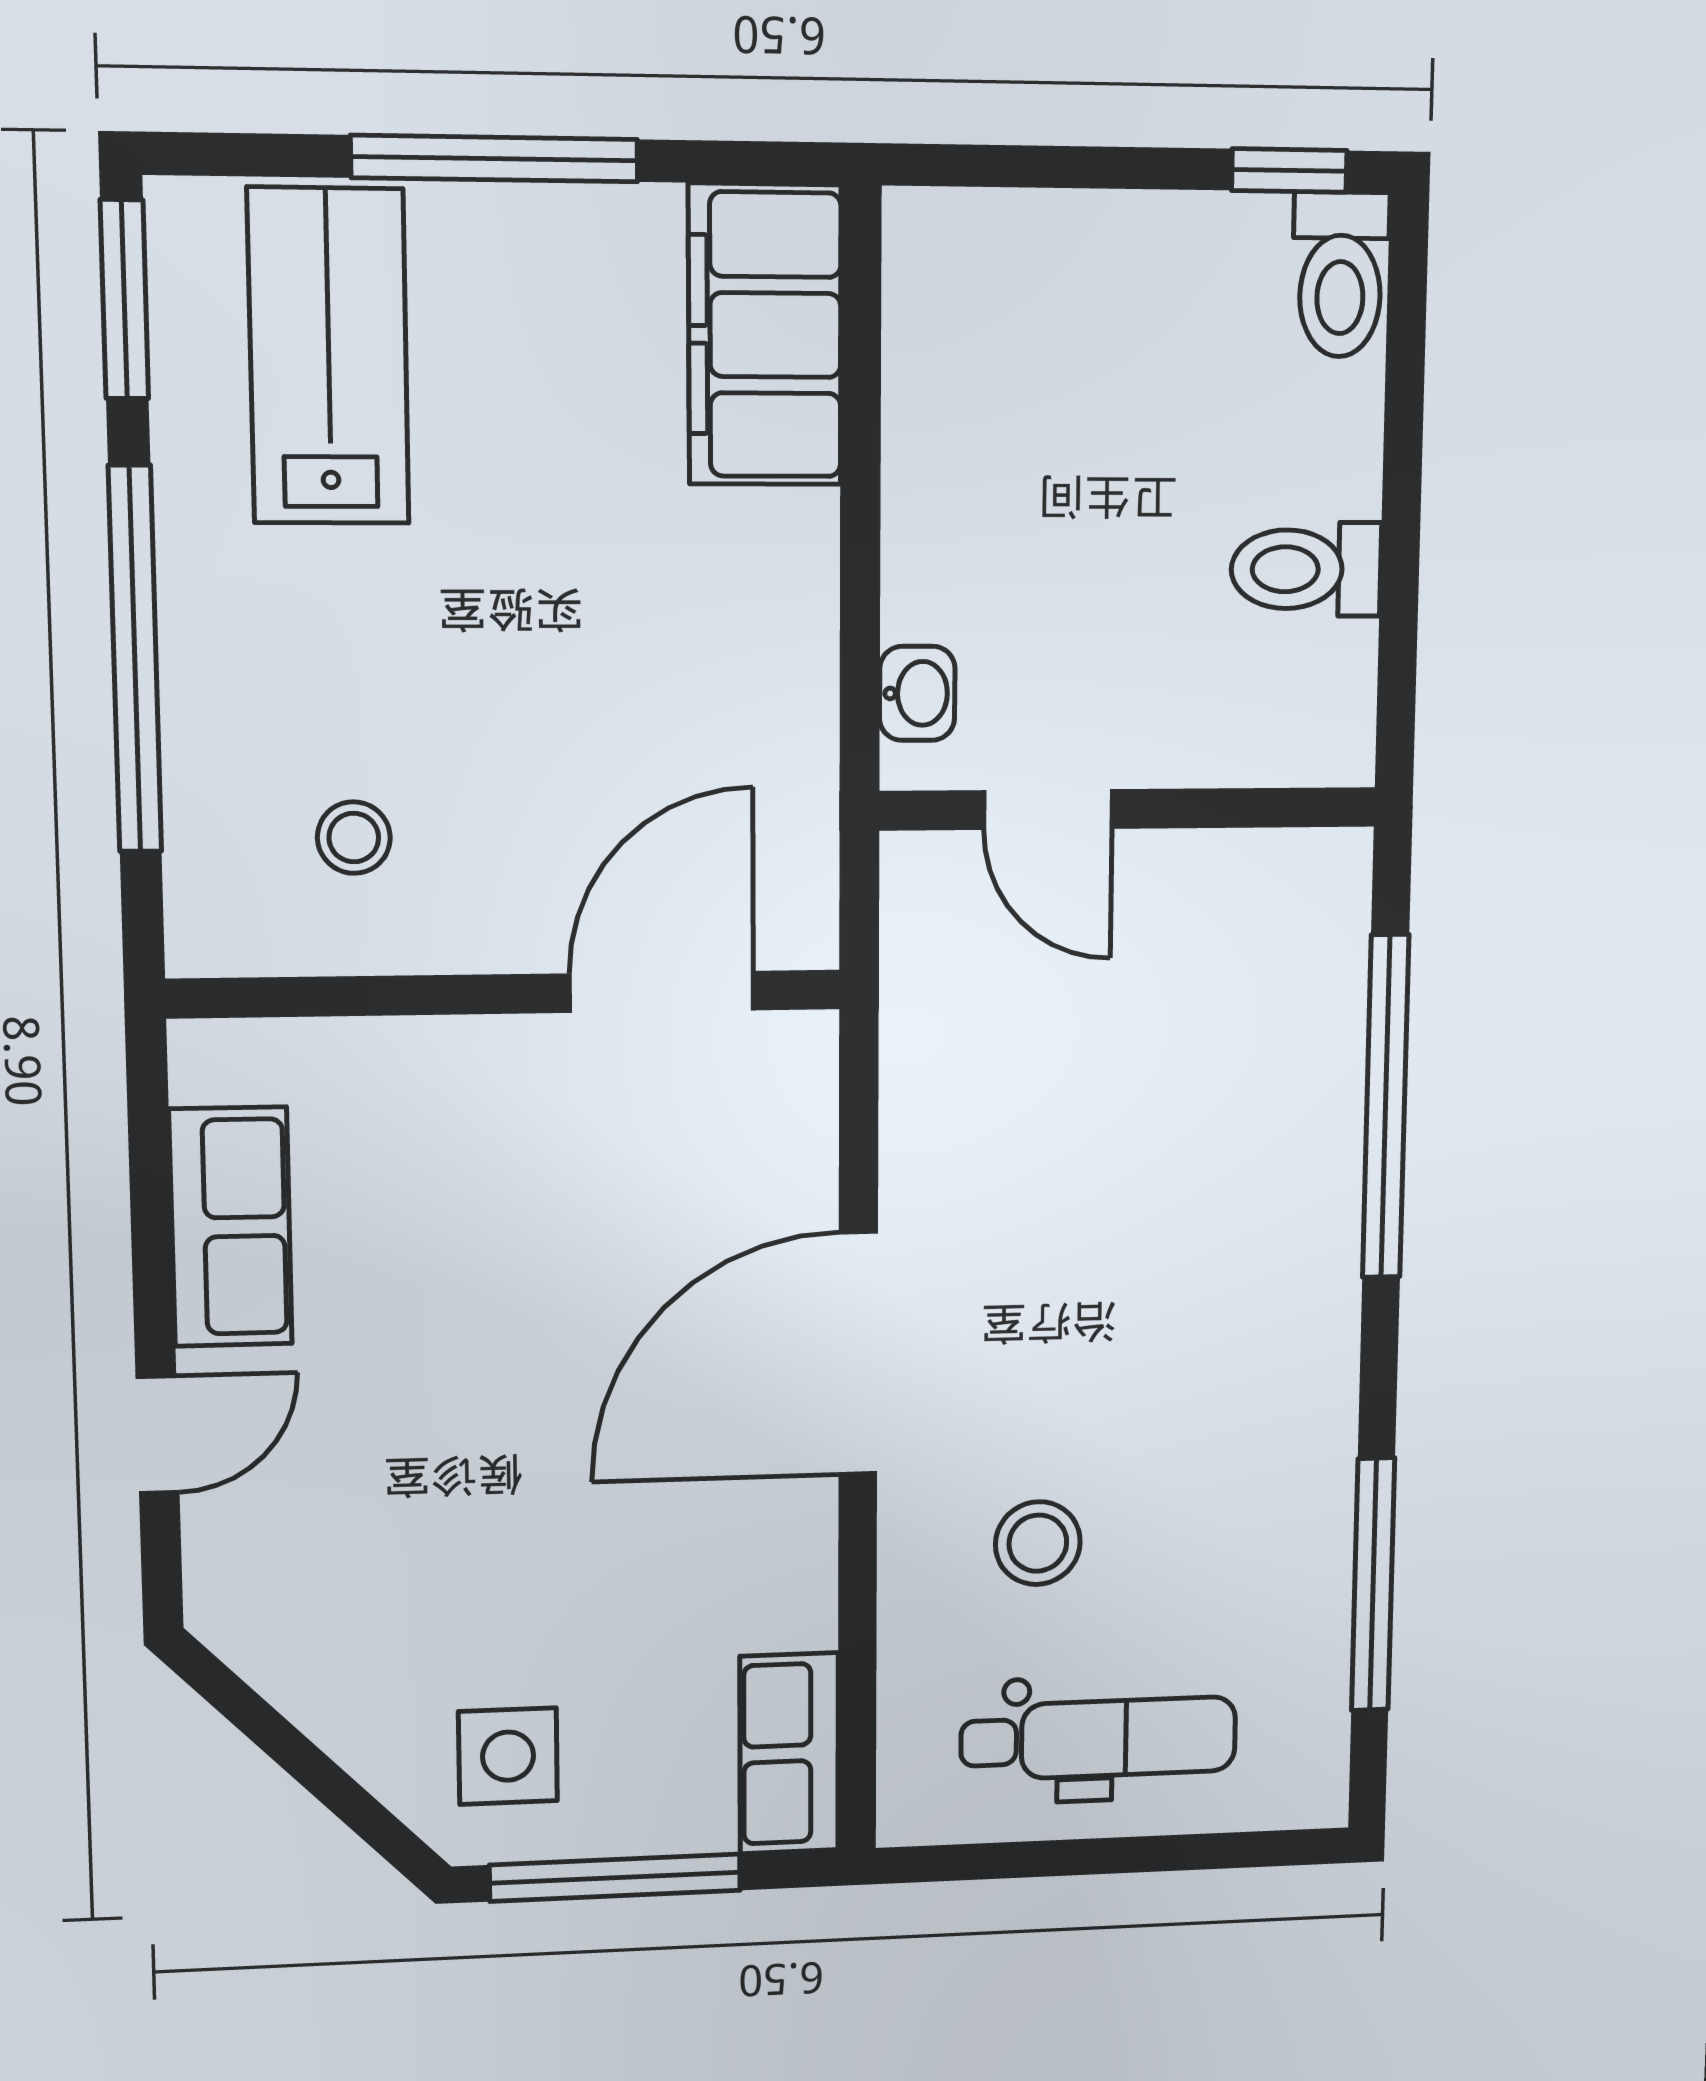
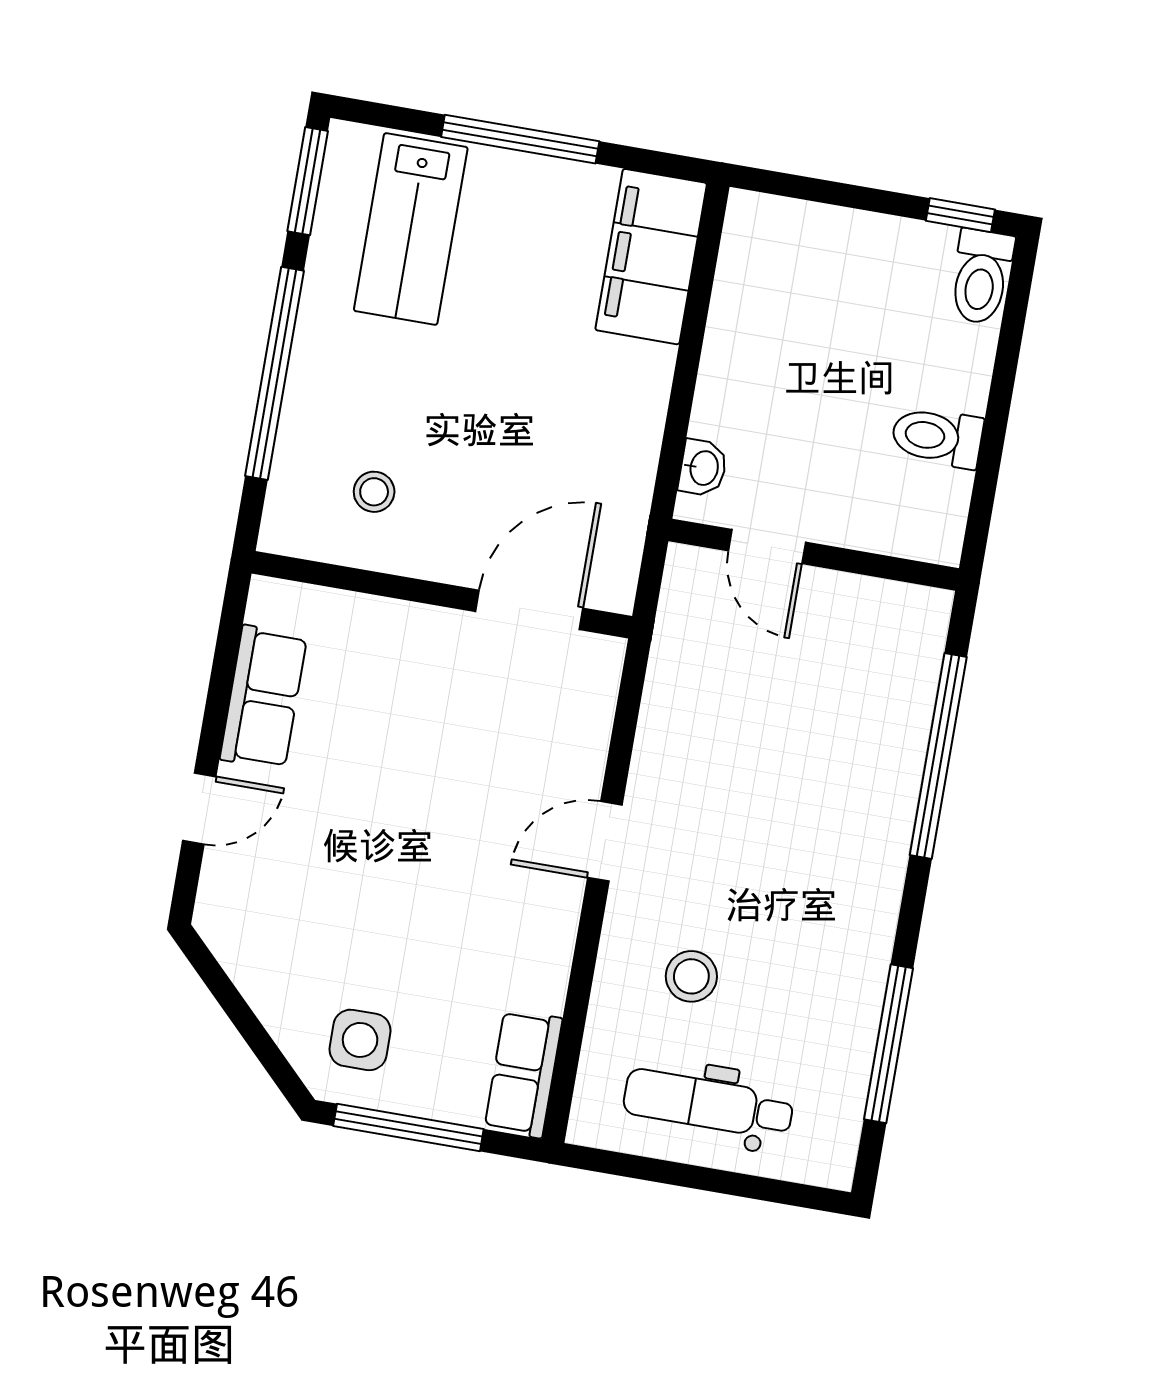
lab bench: (329, 356) -> (411, 229), turned 180
door: (858, 1354) -> (605, 841), width x0.53
dental chair: (1099, 1739) -> (708, 1104), turned 180

